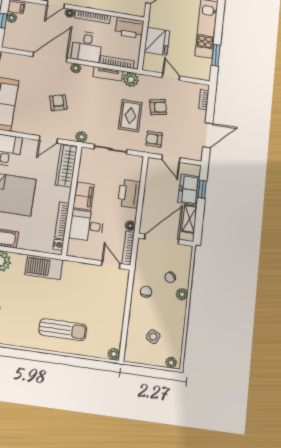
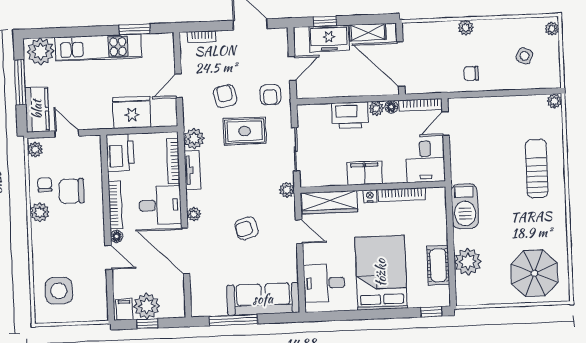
plant: (12, 18) -> (147, 306), width x1.88, depth x1.88
plant: (131, 214) -> (376, 108), added
desk: (87, 226) -> (425, 161), moved
nightstand: (58, 245) -> (370, 196), moved
chair: (170, 277) -> (447, 46), removed

